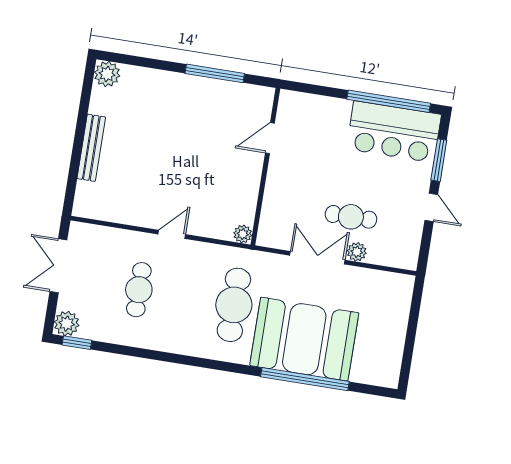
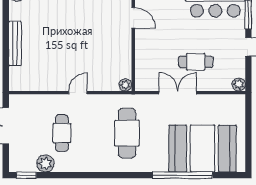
door: (270, 138) -> (133, 18), swing flipped
plant: (357, 252) -> (239, 85), moved
plant: (67, 324) -> (45, 163), moved
booth: (304, 339) -> (203, 148), moved

